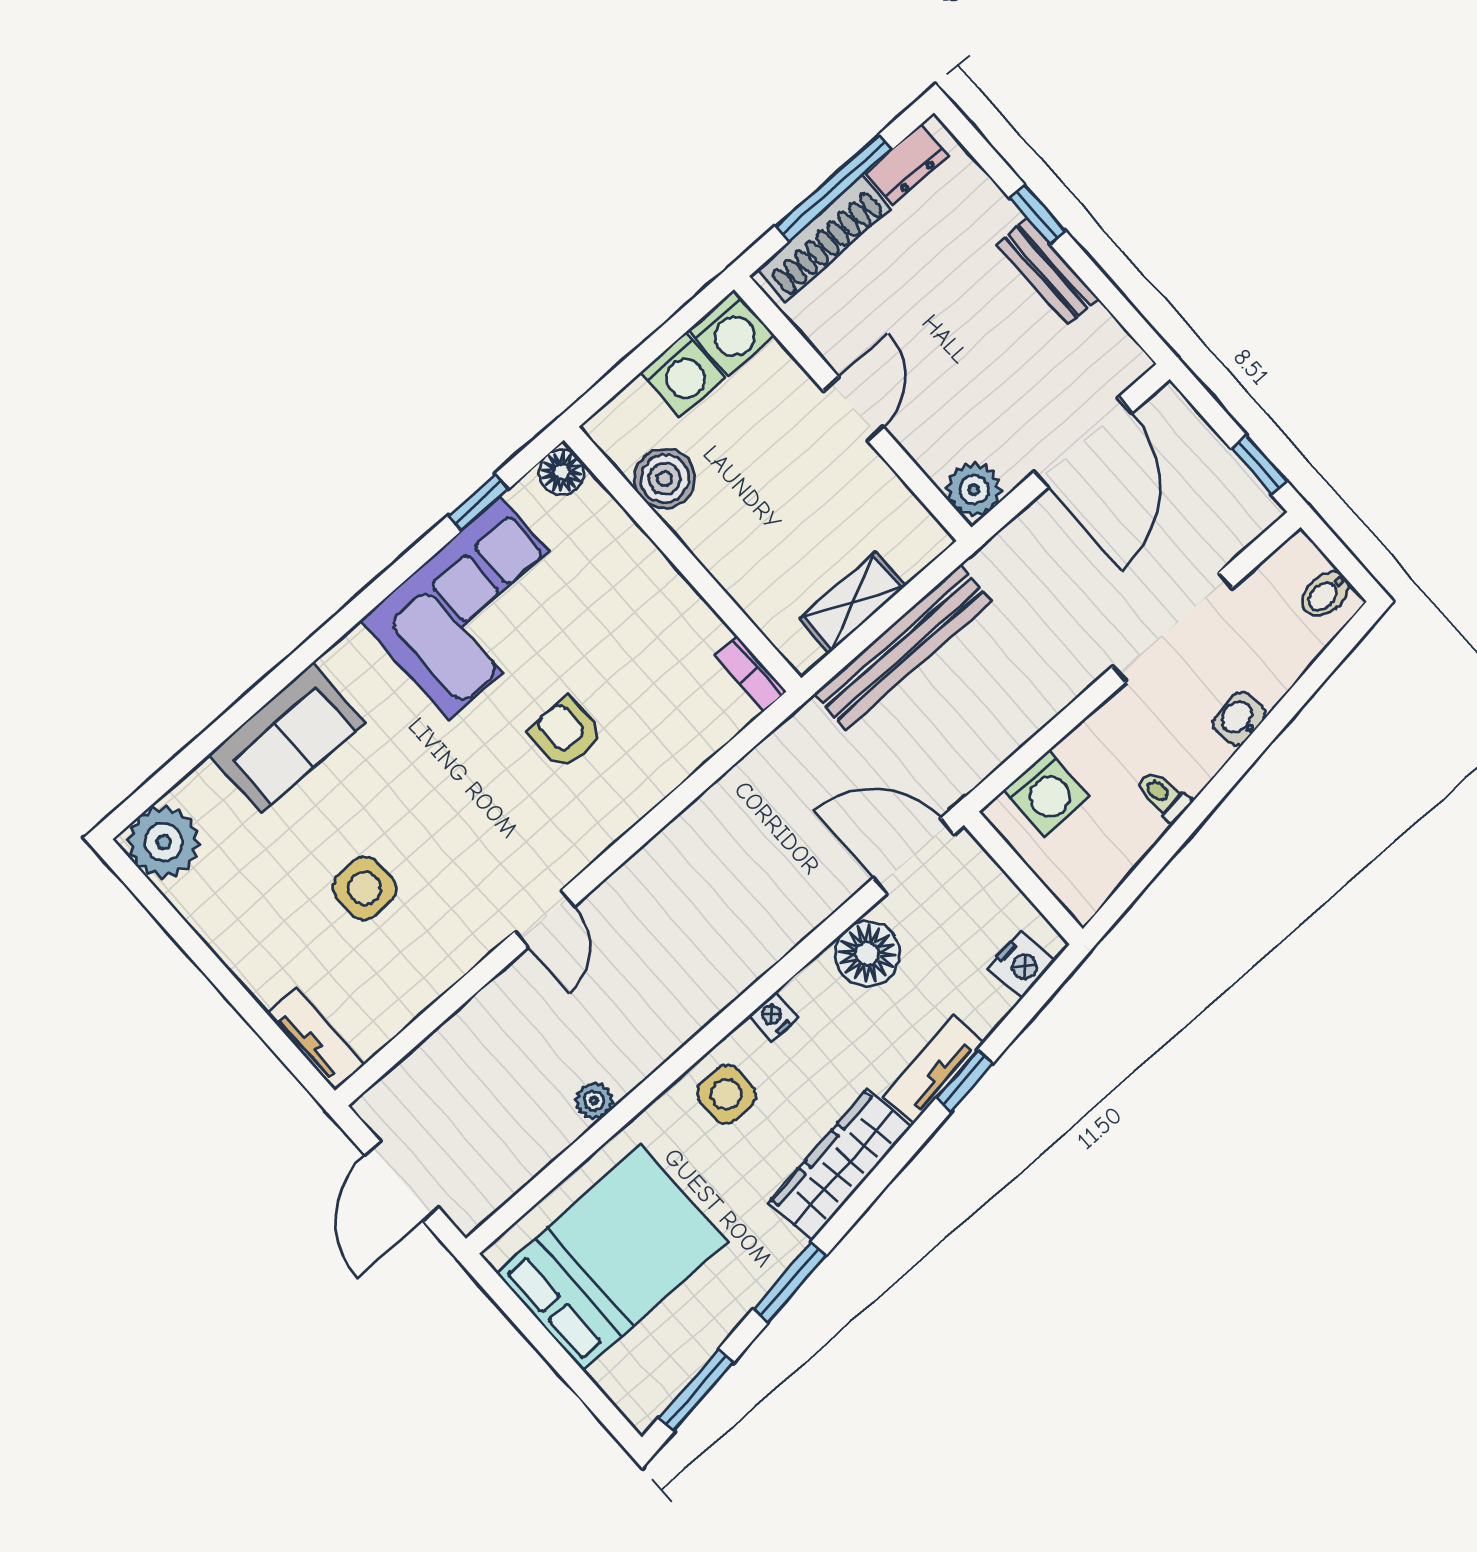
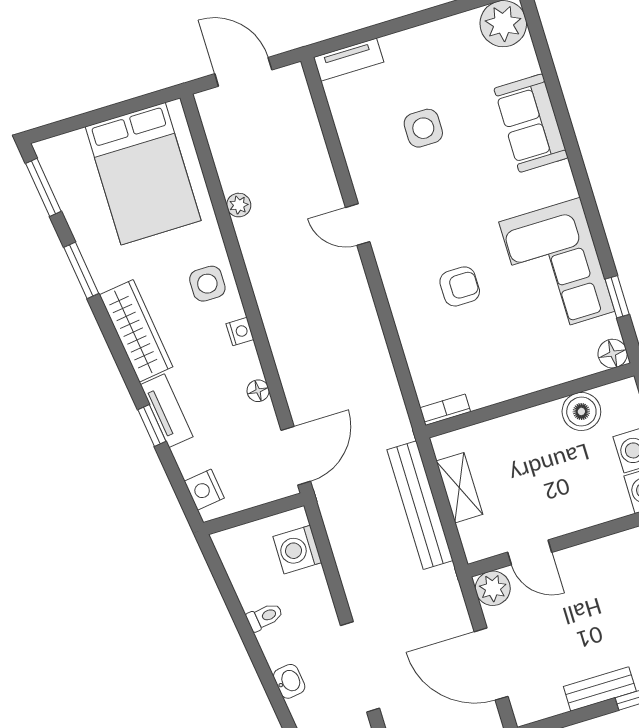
door: (853, 409) -> (530, 552), moved
floor lamp: (867, 954) -> (258, 391), width x0.53, depth x0.53

